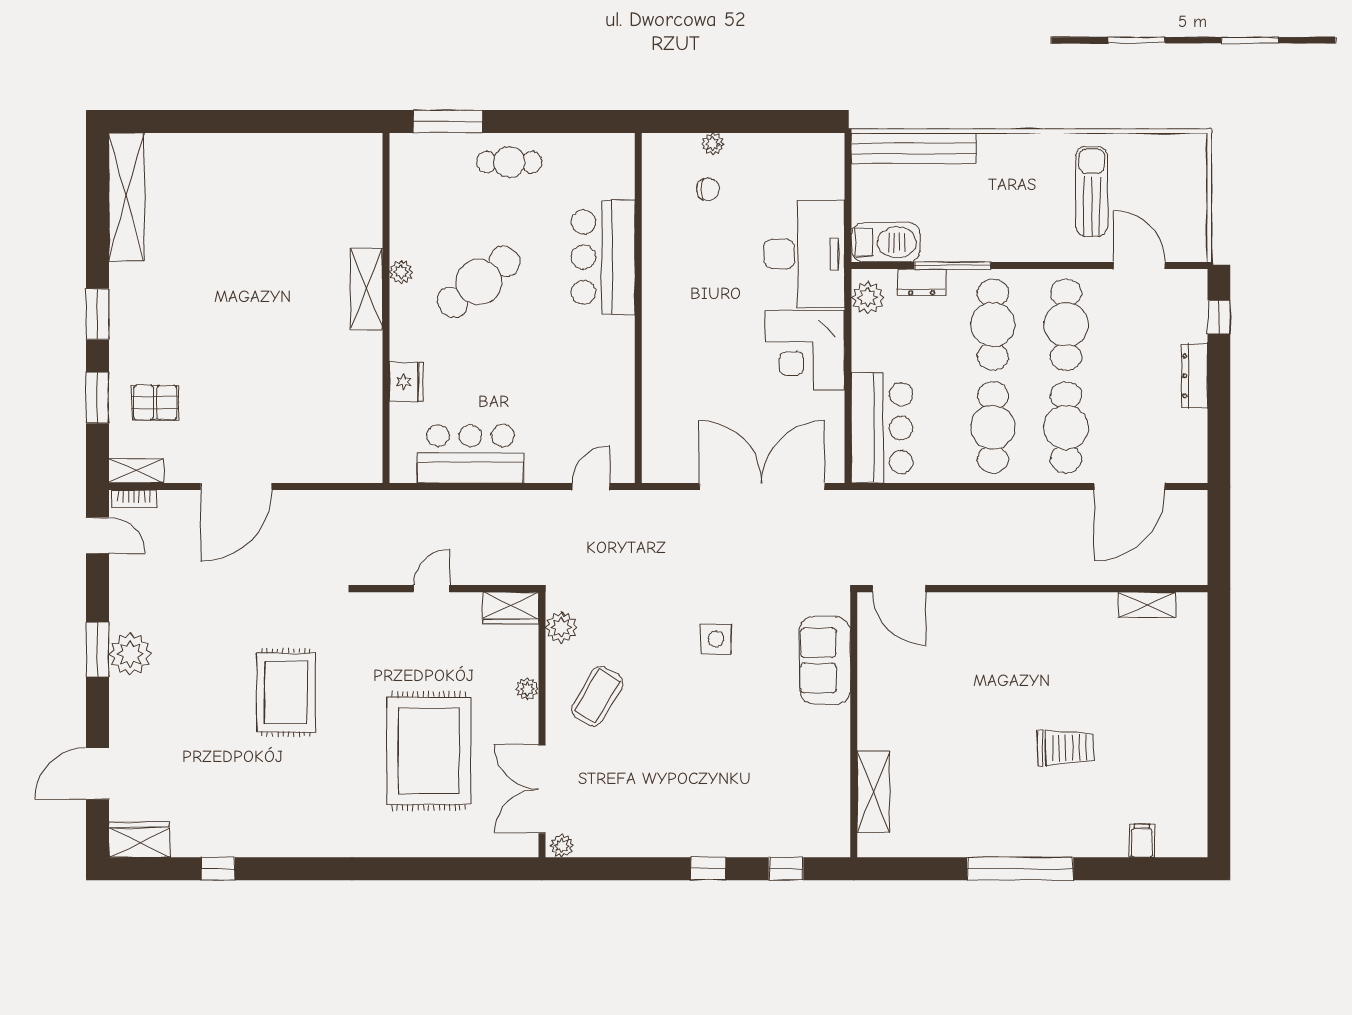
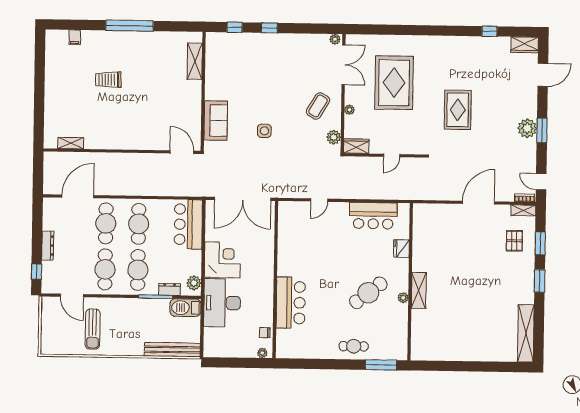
bar counter: (603, 257) -> (291, 303), moved
wall: (638, 308) -> (275, 280), moved
pallet: (155, 403) -> (514, 241), turned 90

